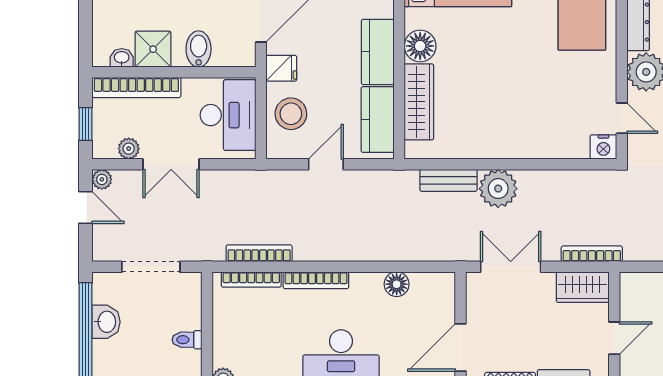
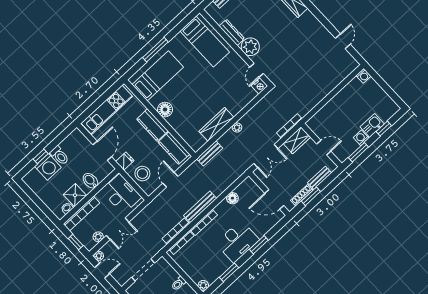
wardrobe: (419, 102) -> (216, 124), moved, turned -90
door: (622, 118) -> (257, 70), swing flipped
bench: (449, 180) -> (210, 153), moved
plant: (498, 189) -> (237, 128), width x0.53, depth x0.53
bench: (333, 251) -> (200, 207), added
double door: (511, 267) -> (266, 156), swing flipped
door: (614, 338) -> (324, 148), hinge flipped
door: (461, 347) -> (274, 199), hinge flipped

